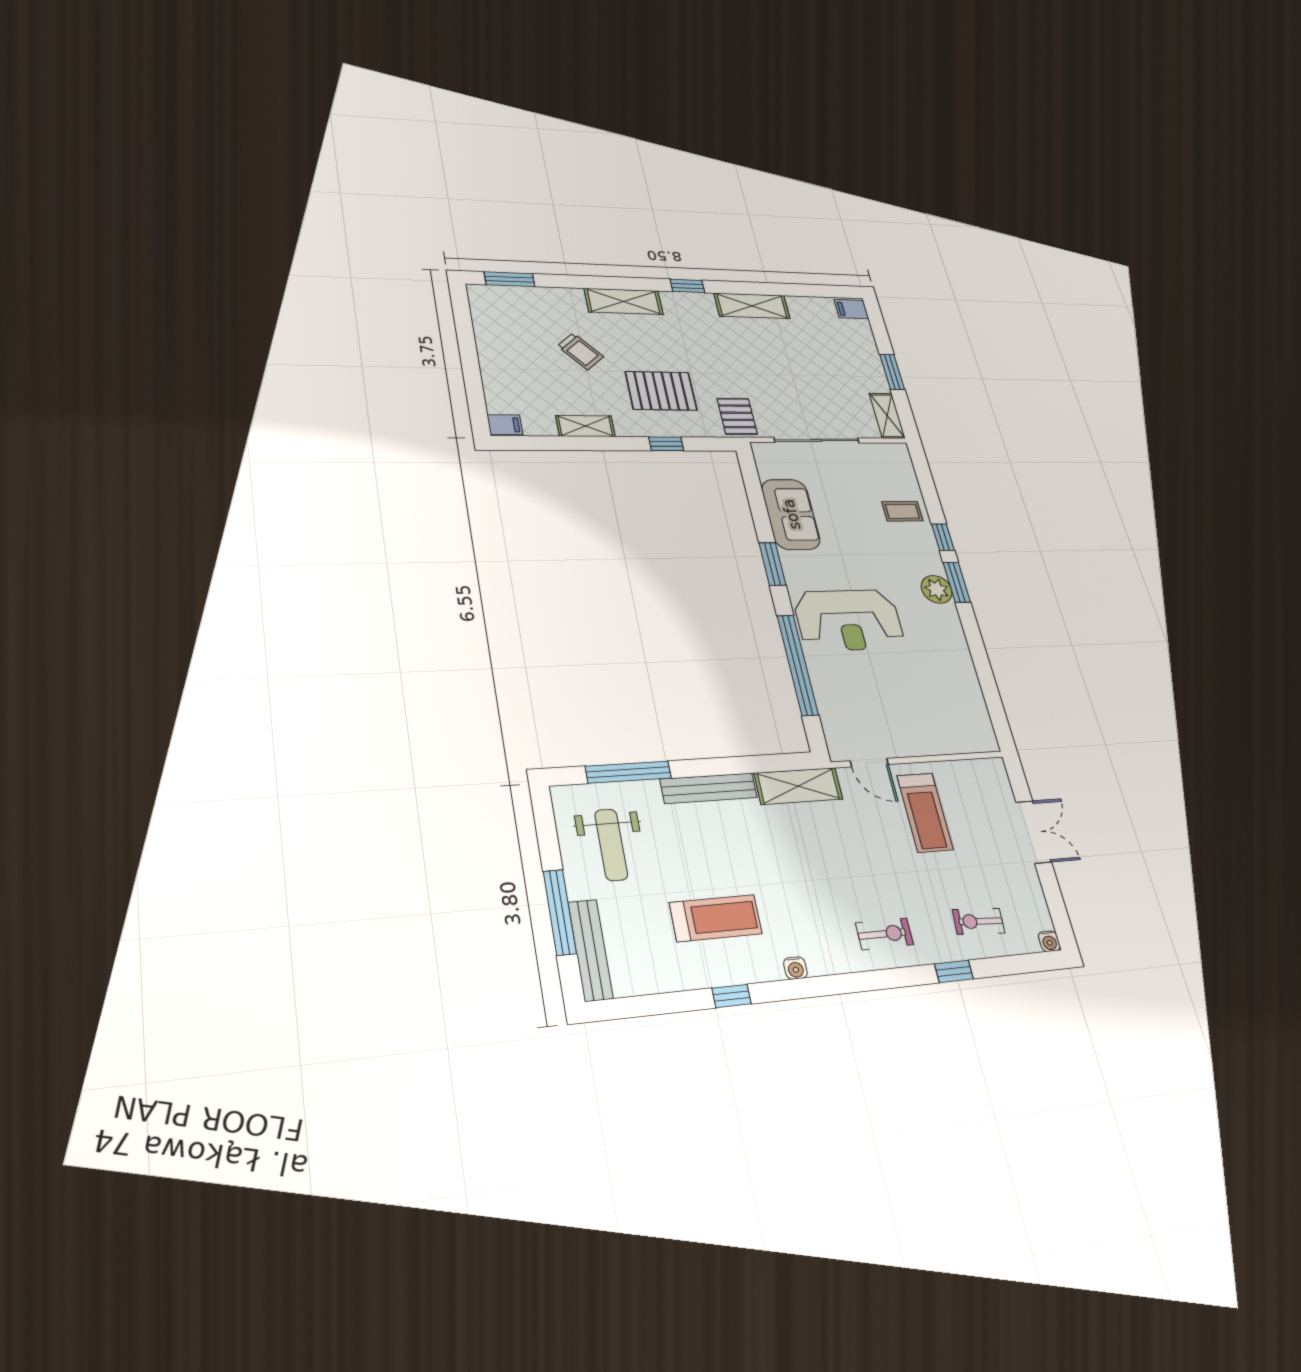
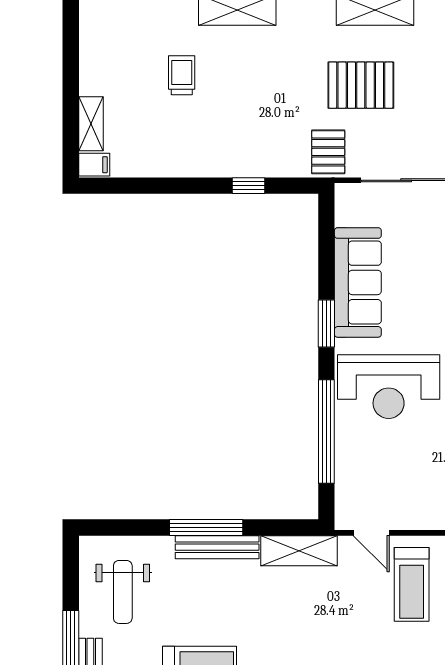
trolley: (580, 351) -> (182, 75), turned -138
pallet: (661, 391) -> (361, 85), moved
shelving: (585, 426) -> (91, 124), moved, turned 90
sofa: (791, 514) -> (358, 282), width x1.36
window: (628, 772) -> (206, 527), moved

